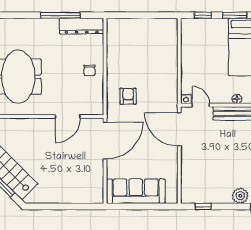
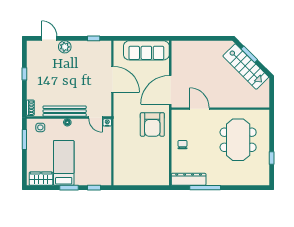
armchair: (128, 96) -> (152, 124), width x1.88, depth x1.88
door: (68, 117) -> (199, 109), hinge flipped
door: (179, 129) -> (112, 79), moved

